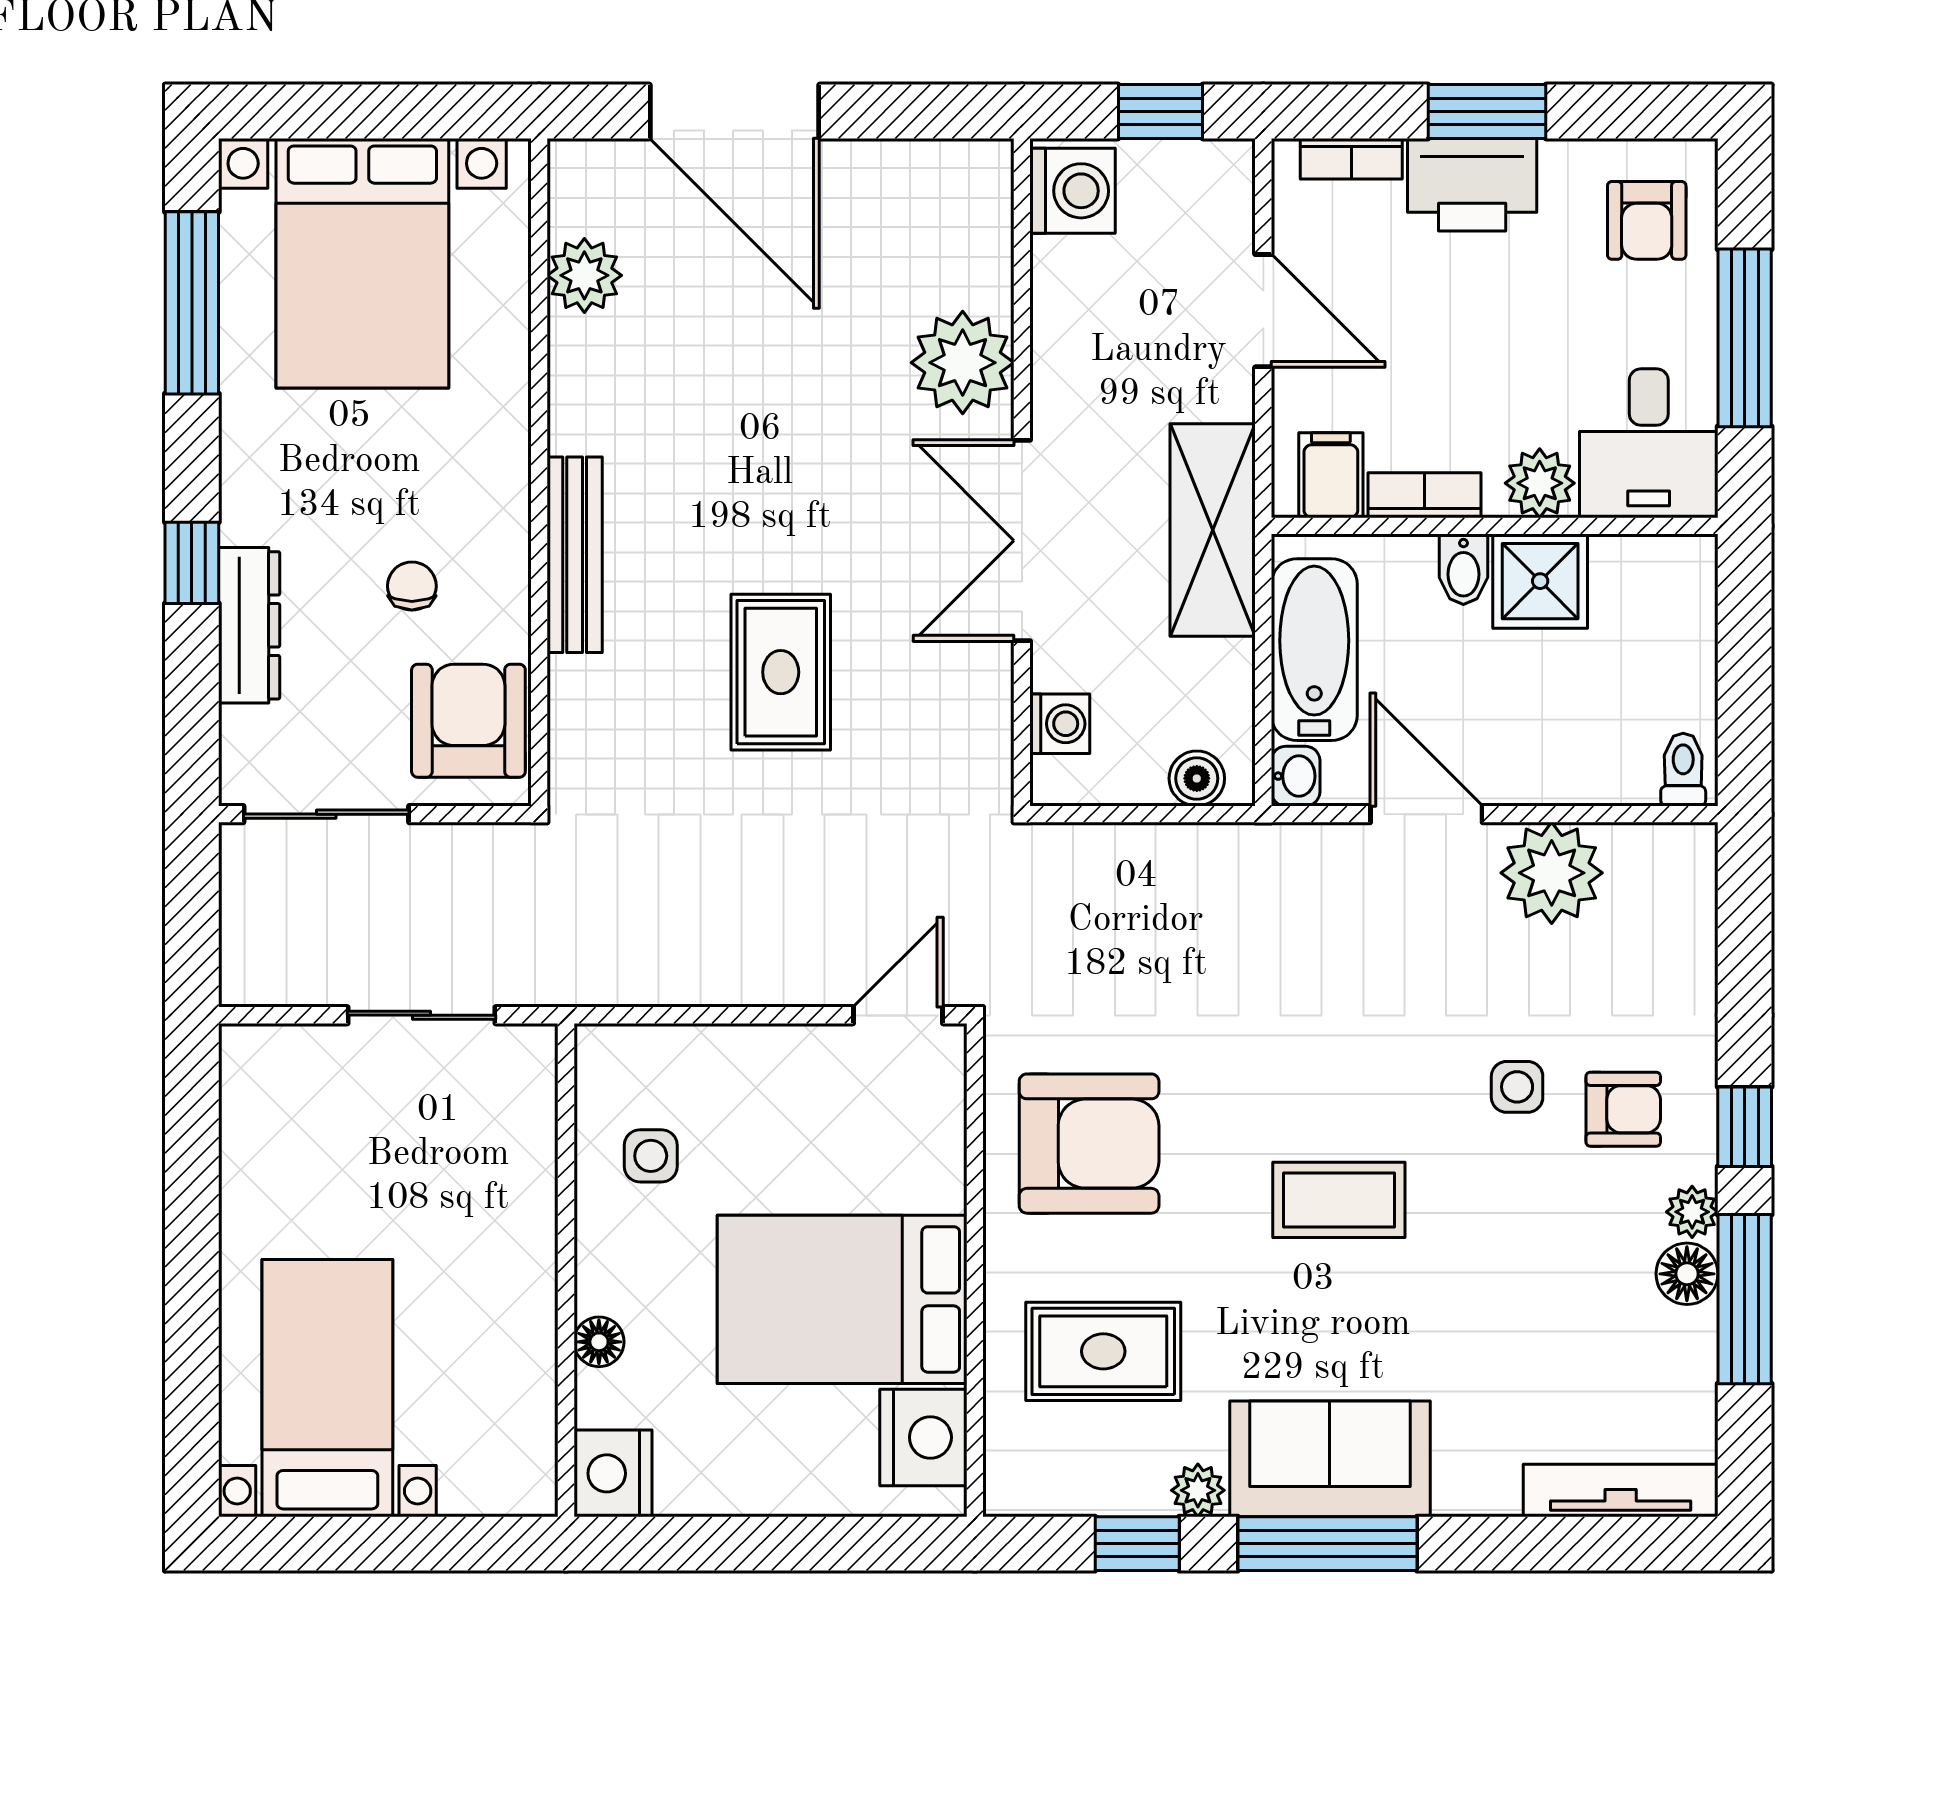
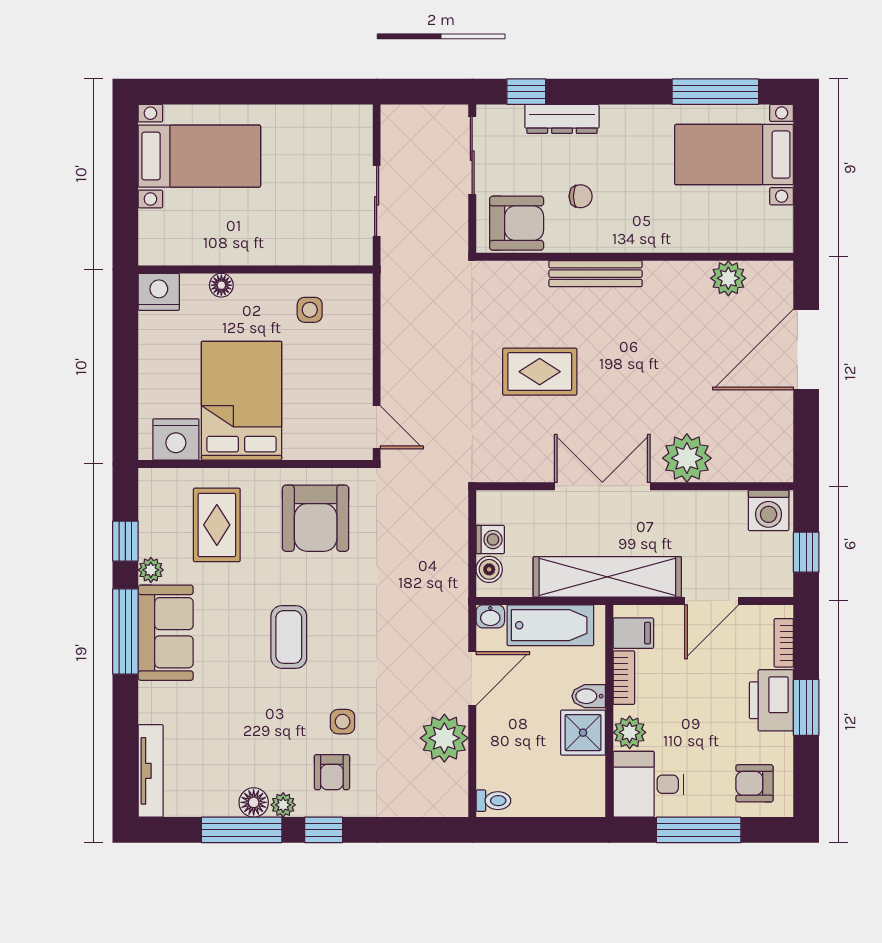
bed with nightstands: (362, 263) -> (734, 155), width x0.73
shelving: (1213, 530) -> (607, 577), width x1.47
window: (192, 563) -> (526, 92), moved
washing machine: (1060, 724) -> (490, 540), moved, turned -90

